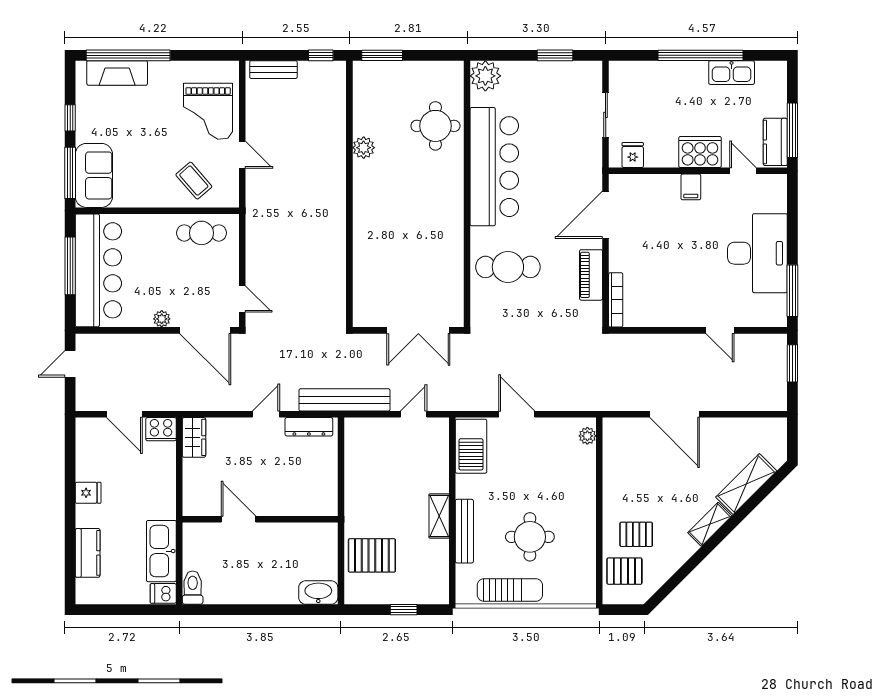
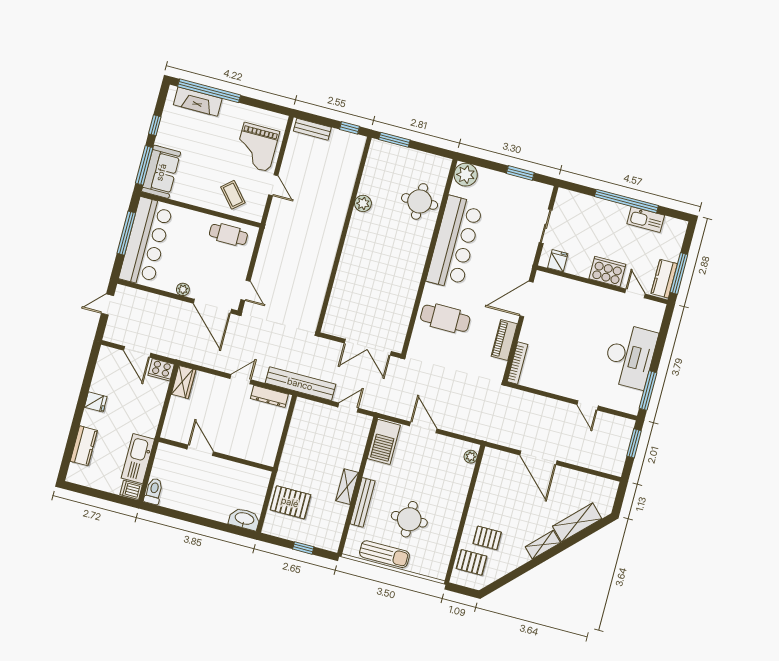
filing cabinet: (691, 187) -> (594, 295), removed

